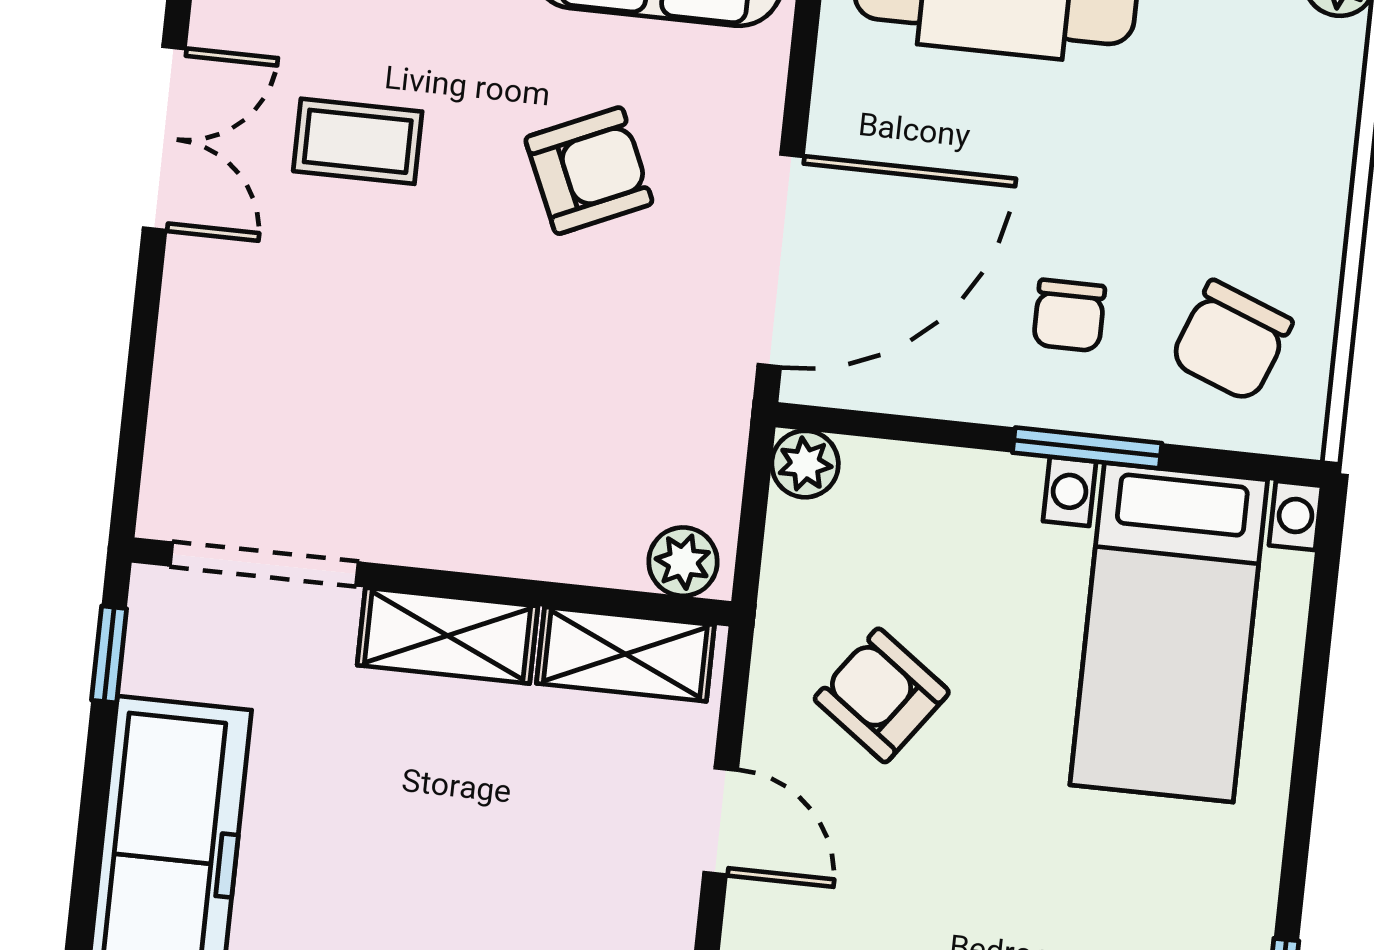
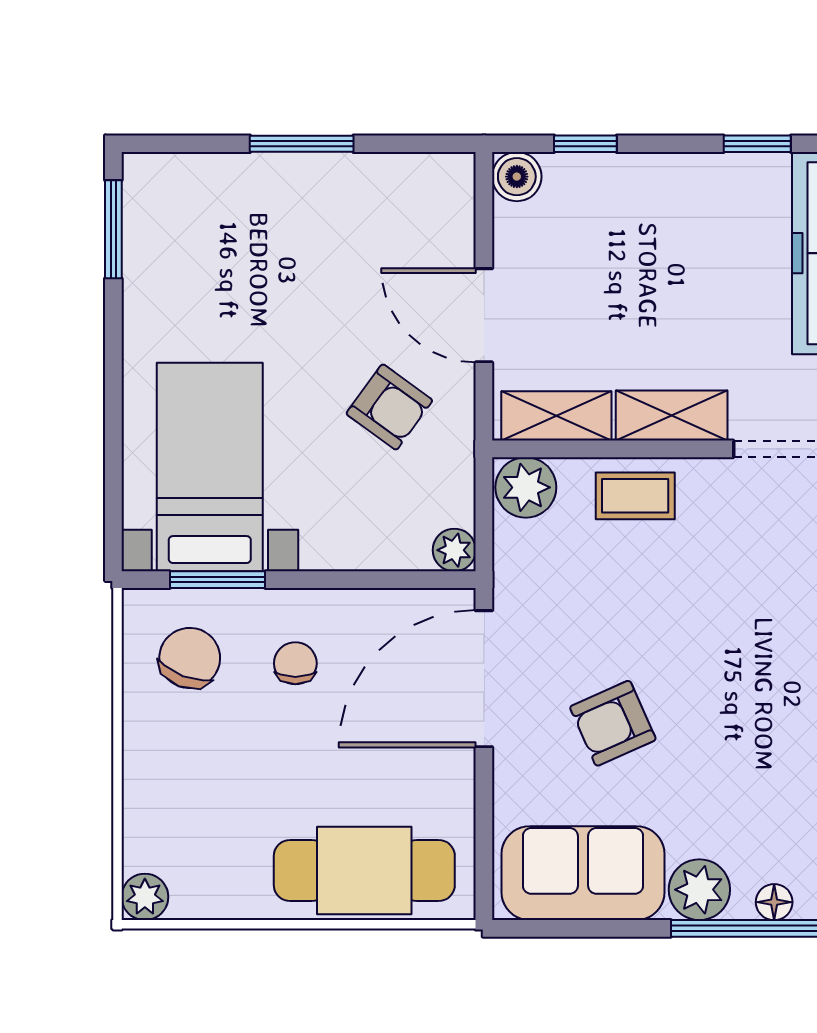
coffee table: (358, 141) -> (635, 496), moved
window: (1087, 448) -> (217, 580), moved
plant: (683, 562) -> (526, 487), width x1.38, depth x1.38
door: (721, 821) -> (484, 315), width x1.38

